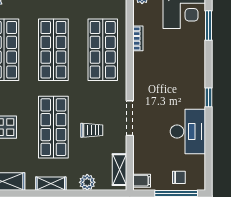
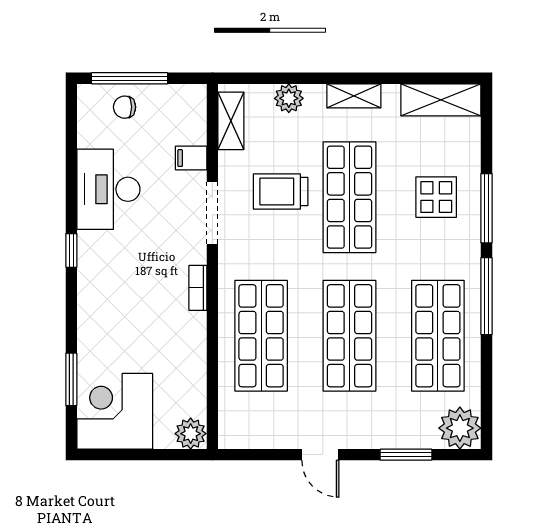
bookcase: (138, 38) -> (198, 288), moved
trolley: (92, 130) -> (281, 192), width x1.36, depth x1.39
filing cabinet: (142, 181) -> (191, 158), moved

